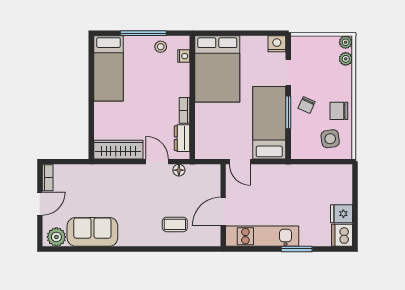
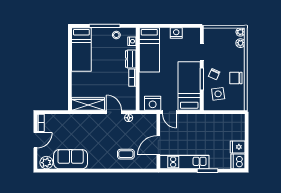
nightstand: (277, 44) -> (176, 33), moved
bed: (217, 69) -> (149, 50), width x0.67
dresser: (182, 138) -> (131, 59), moved
side table: (330, 139) -> (218, 94), moved
nightstand: (215, 148) -> (153, 103), added

